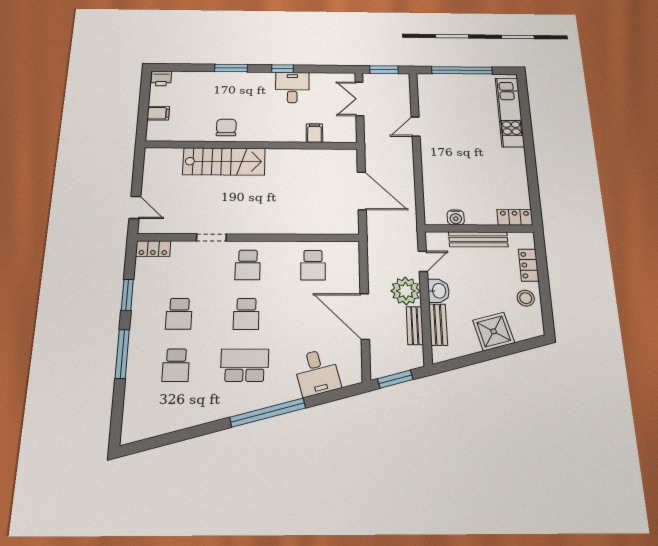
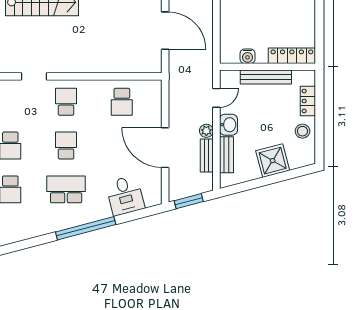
locker: (515, 217) -> (292, 56), width x1.53
school desk: (248, 265) -> (66, 102), turned 180
plant: (406, 291) -> (206, 131), width x0.53, depth x0.53
school desk: (246, 314) -> (66, 146), turned 180

